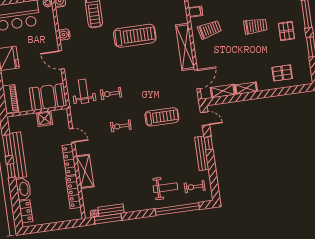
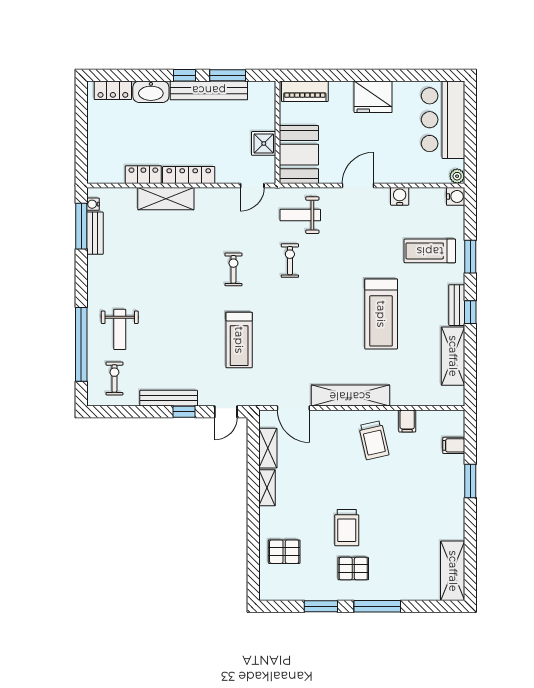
trolley: (255, 26) -> (347, 528), moved
pallet: (282, 73) -> (284, 552), turned 90
weight bench: (84, 91) -> (300, 215), turned 180
door: (72, 135) -> (252, 186), moved
locker: (73, 192) -> (143, 175), width x0.66

